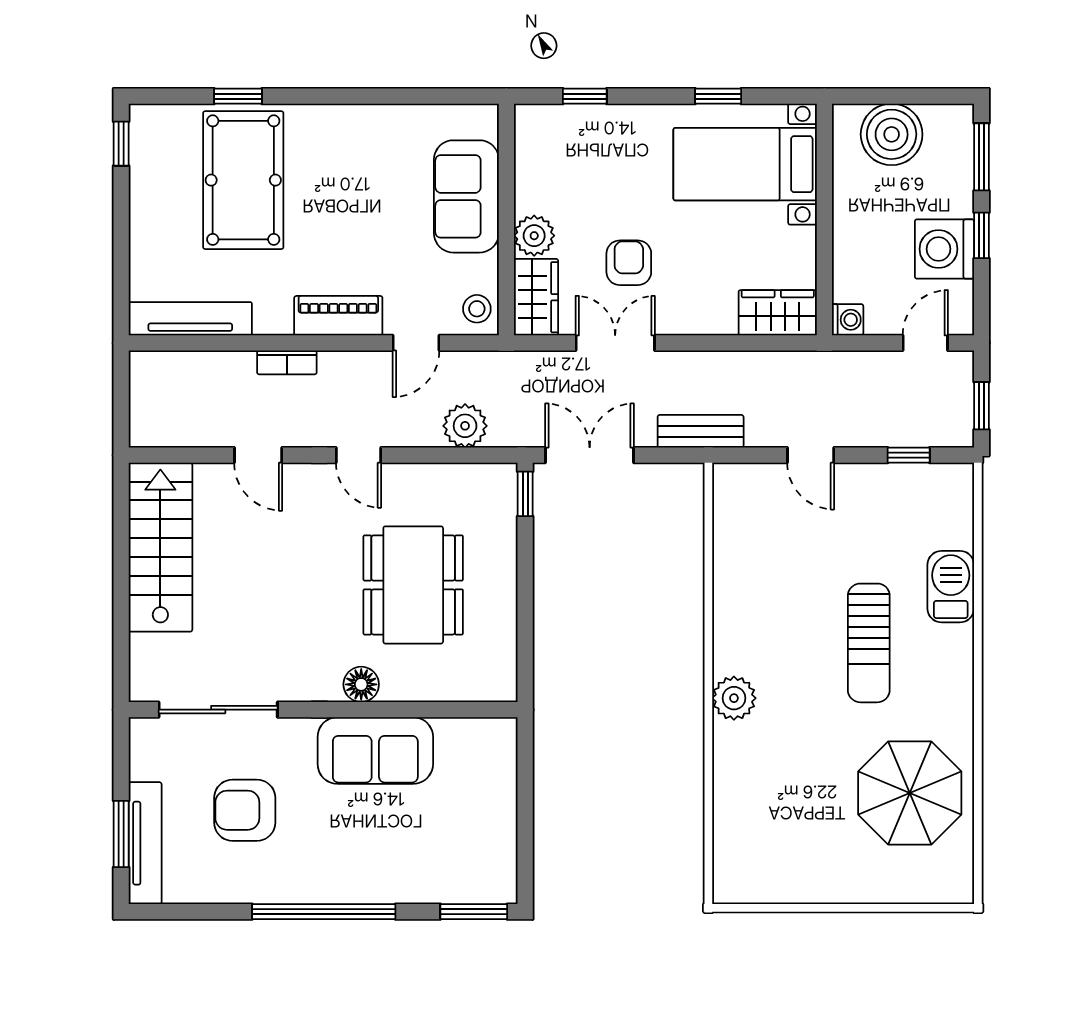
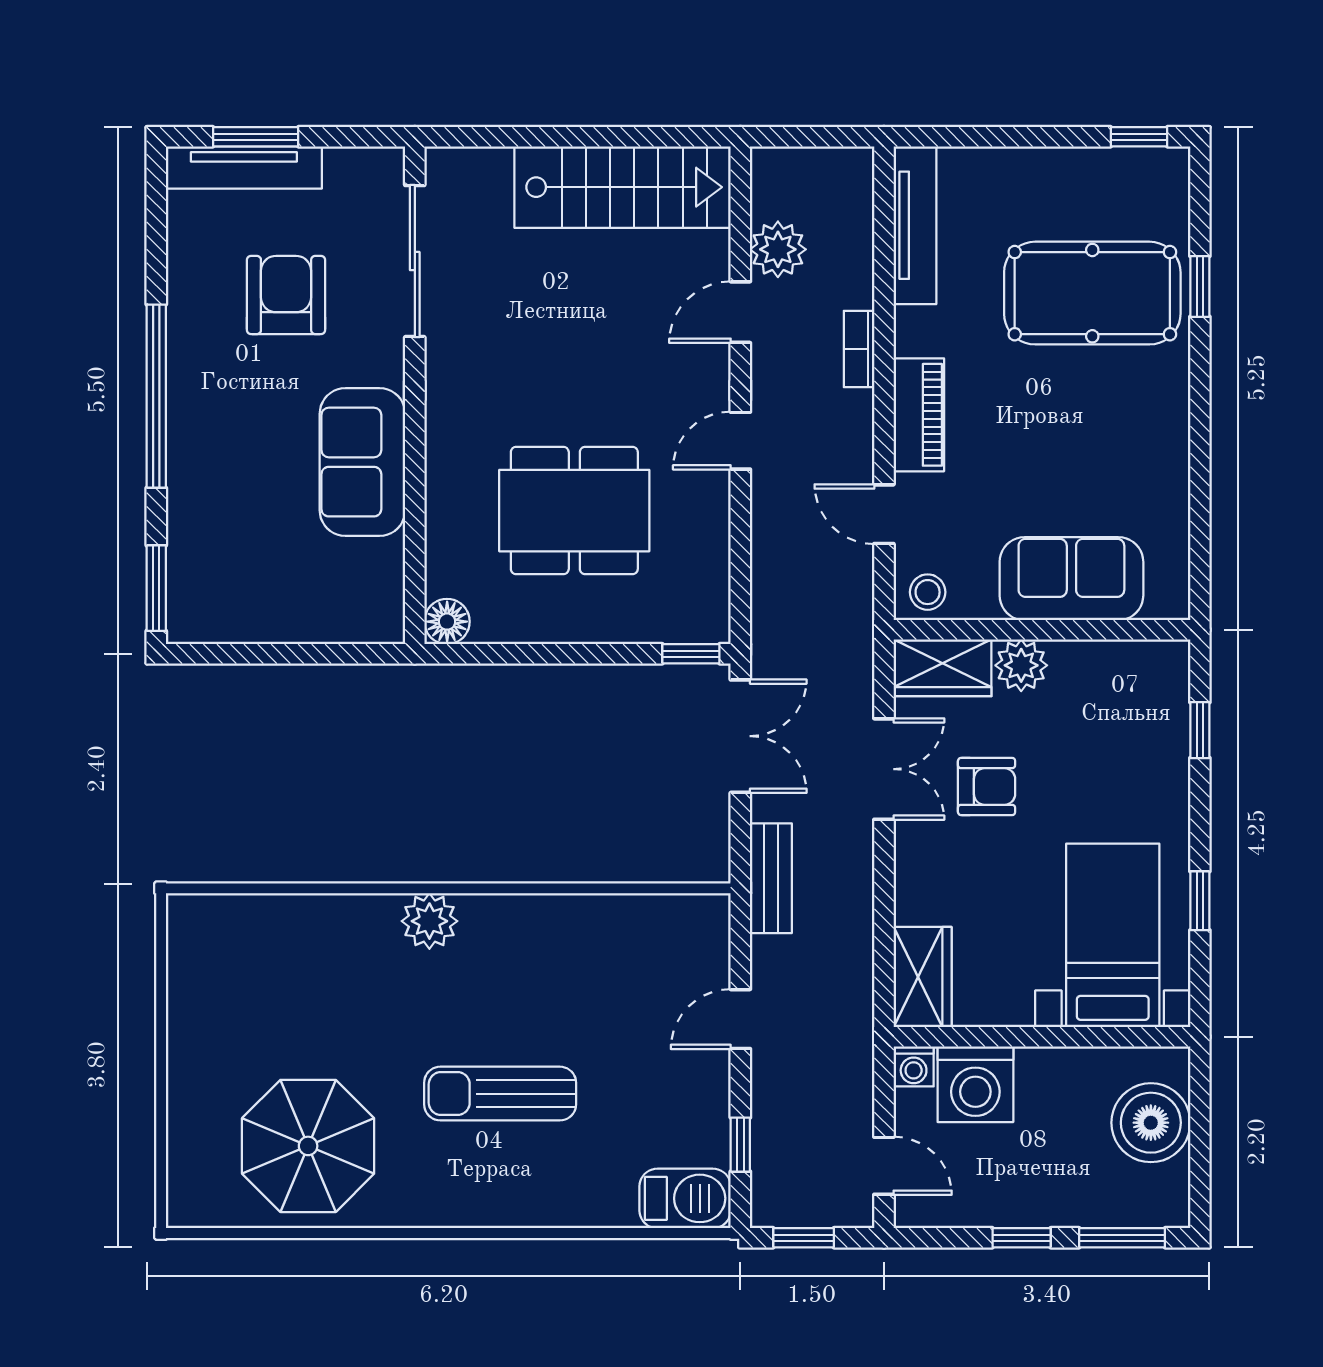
washing machine: (944, 249) -> (975, 1084), moved, turned 180
plant: (465, 426) -> (778, 249), moved
barbecue: (951, 587) -> (685, 1198), moved
floor lamp: (361, 684) -> (447, 622), moved

